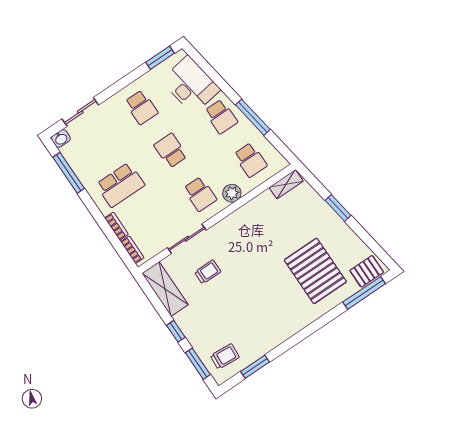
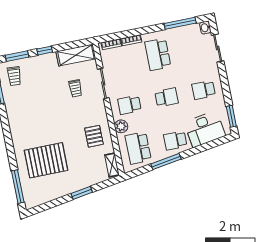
school desk: (250, 160) -> (138, 148), width x1.85
pallet: (367, 271) -> (94, 136), moved

